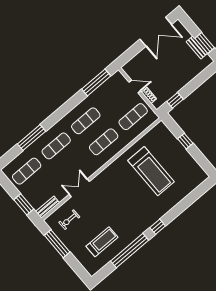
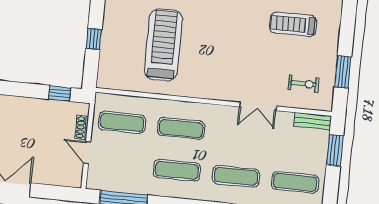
window: (57, 244) -> (343, 72), width x0.69

